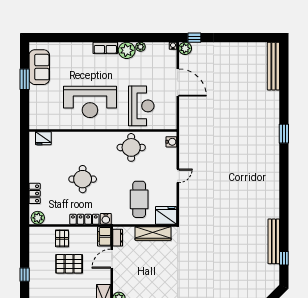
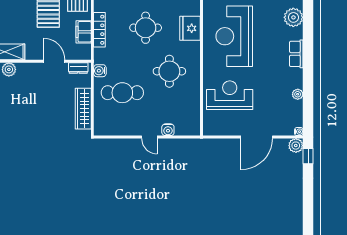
plant: (127, 50) -> (293, 17), moved
reception desk: (141, 106) -> (230, 95), turned 180
water cooler: (171, 142) -> (168, 130), moved
round table: (131, 147) -> (169, 71), moved
fridge: (166, 215) -> (190, 28), moved, turned 180
water cooler: (106, 219) -> (100, 71), moved
filing cabinet: (104, 236) -> (84, 32), moved, turned -90

